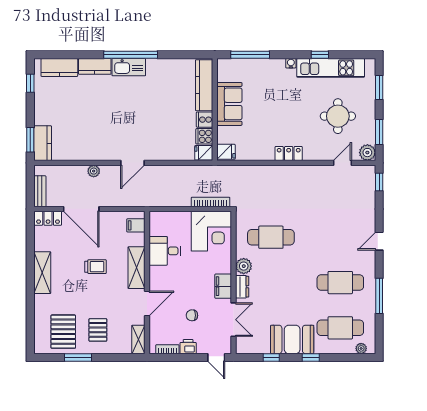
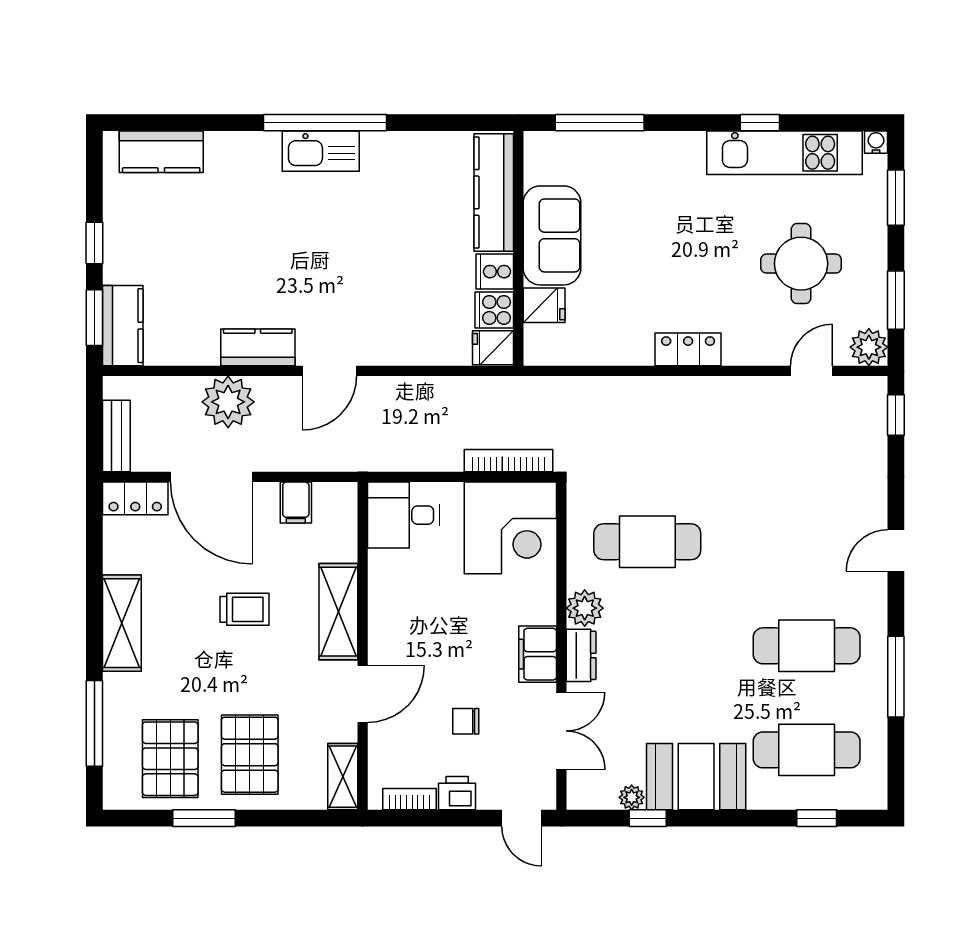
water cooler: (291, 63) -> (876, 142), moved
kitchen counter: (95, 66) -> (258, 347), moved, turned 180
window: (30, 83) -> (94, 243), moved
fridge: (226, 152) -> (544, 305), moved
plant: (94, 171) -> (228, 402), width x1.87, depth x1.87
filing cabinet: (136, 225) -> (296, 503), moved, turned -90
desk: (165, 251) -> (403, 515), moved
window: (30, 316) -> (94, 723), added
pallet: (98, 330) -> (250, 755), width x1.50, depth x1.42
plant: (361, 348) -> (632, 797), moved
window: (311, 357) -> (817, 818), moved

